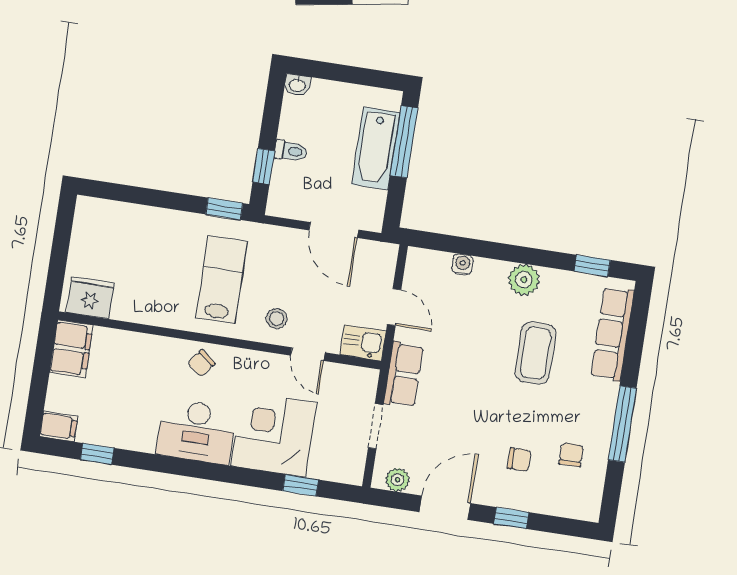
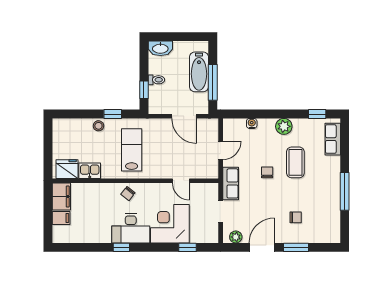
washbasin: (297, 85) -> (160, 48), width x1.91, depth x1.45
window: (404, 142) -> (213, 82), moved
window: (224, 209) -> (113, 114), moved
door: (394, 307) -> (221, 150), hinge flipped
stool: (277, 319) -> (98, 126), moved
row of seats: (612, 334) -> (333, 139), width x0.68
kitchen sink: (363, 343) -> (90, 171), moved
filing cabinet: (59, 426) -> (61, 218), moved
window: (97, 454) -> (121, 247), moved
chair: (571, 455) -> (267, 172), moved
window: (511, 518) -> (296, 247), width x1.50

